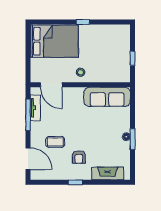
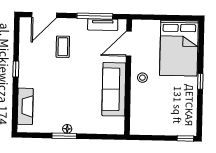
window: (133, 58) -> (185, 138), moved
sofa: (107, 97) -> (114, 89), moved
armchair: (79, 157) -> (45, 74), removed

